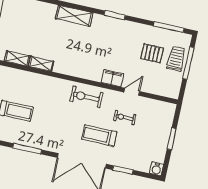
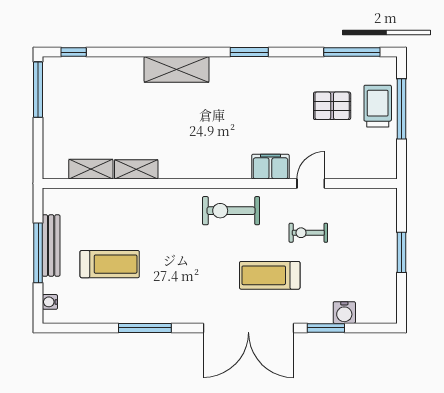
water cooler: (156, 169) -> (344, 313), moved

